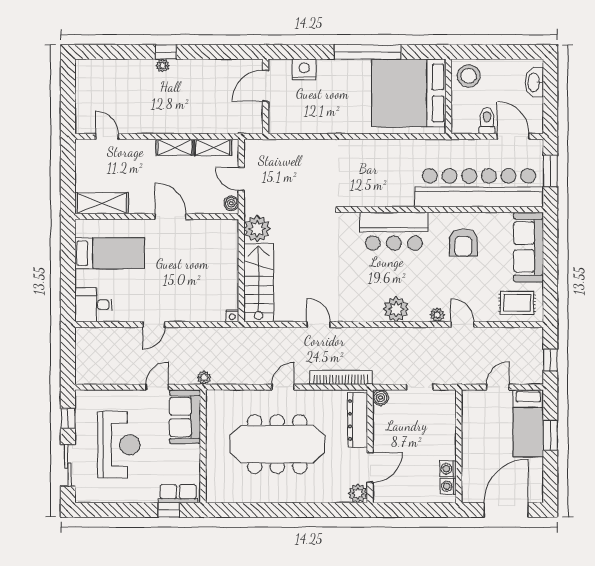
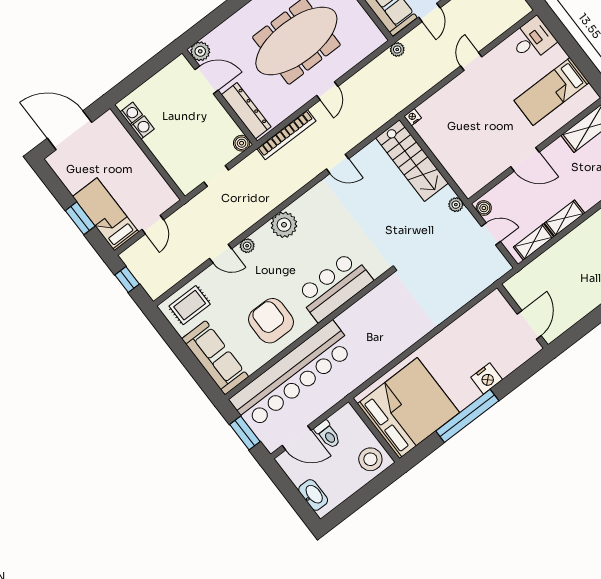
nightstand: (304, 69) -> (487, 378), moved
plant: (257, 229) -> (456, 205), width x0.53, depth x0.53
armchair: (463, 242) -> (271, 321), width x1.36, depth x1.36
door: (370, 467) -> (207, 80), swing flipped
door: (506, 510) -> (70, 130), swing flipped

